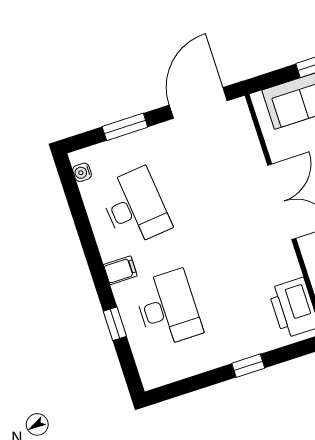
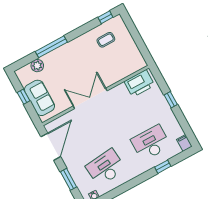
door: (198, 103) -> (51, 147), swing flipped
filing cabinet: (120, 270) -> (184, 143), moved

